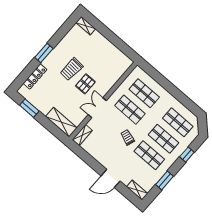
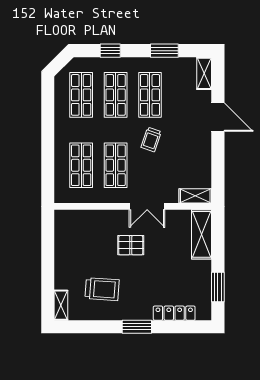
trolley: (72, 69) -> (102, 289), moved

